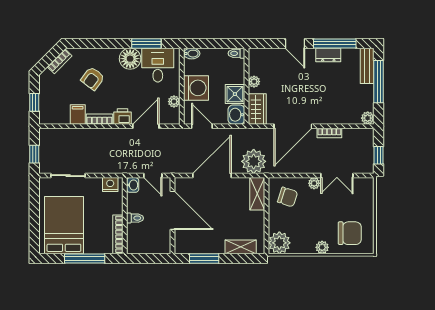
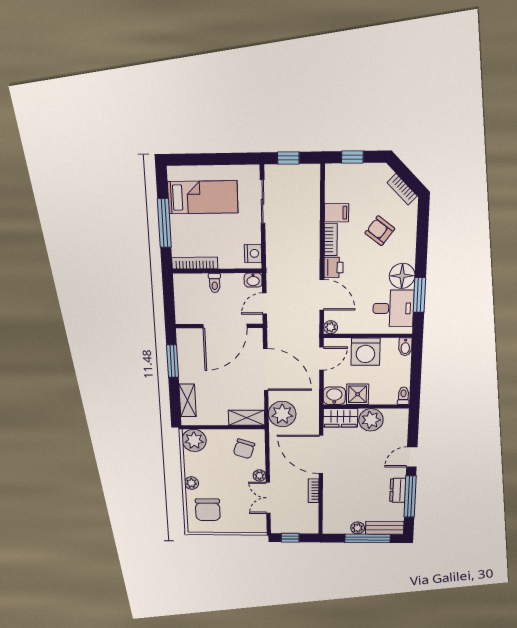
plant: (254, 82) -> (371, 420), width x1.88, depth x1.88
plant: (174, 102) -> (331, 327), moved
plant: (368, 118) -> (358, 528), moved
bed: (64, 225) -> (203, 197), width x0.67

